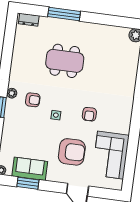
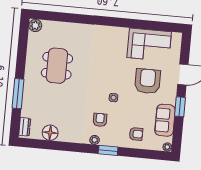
floor lamp: (21, 46) -> (50, 133), added
dining table: (65, 61) -> (57, 66), moved
armchair: (89, 114) -> (136, 134), moved
window: (28, 183) -> (180, 107), moved

